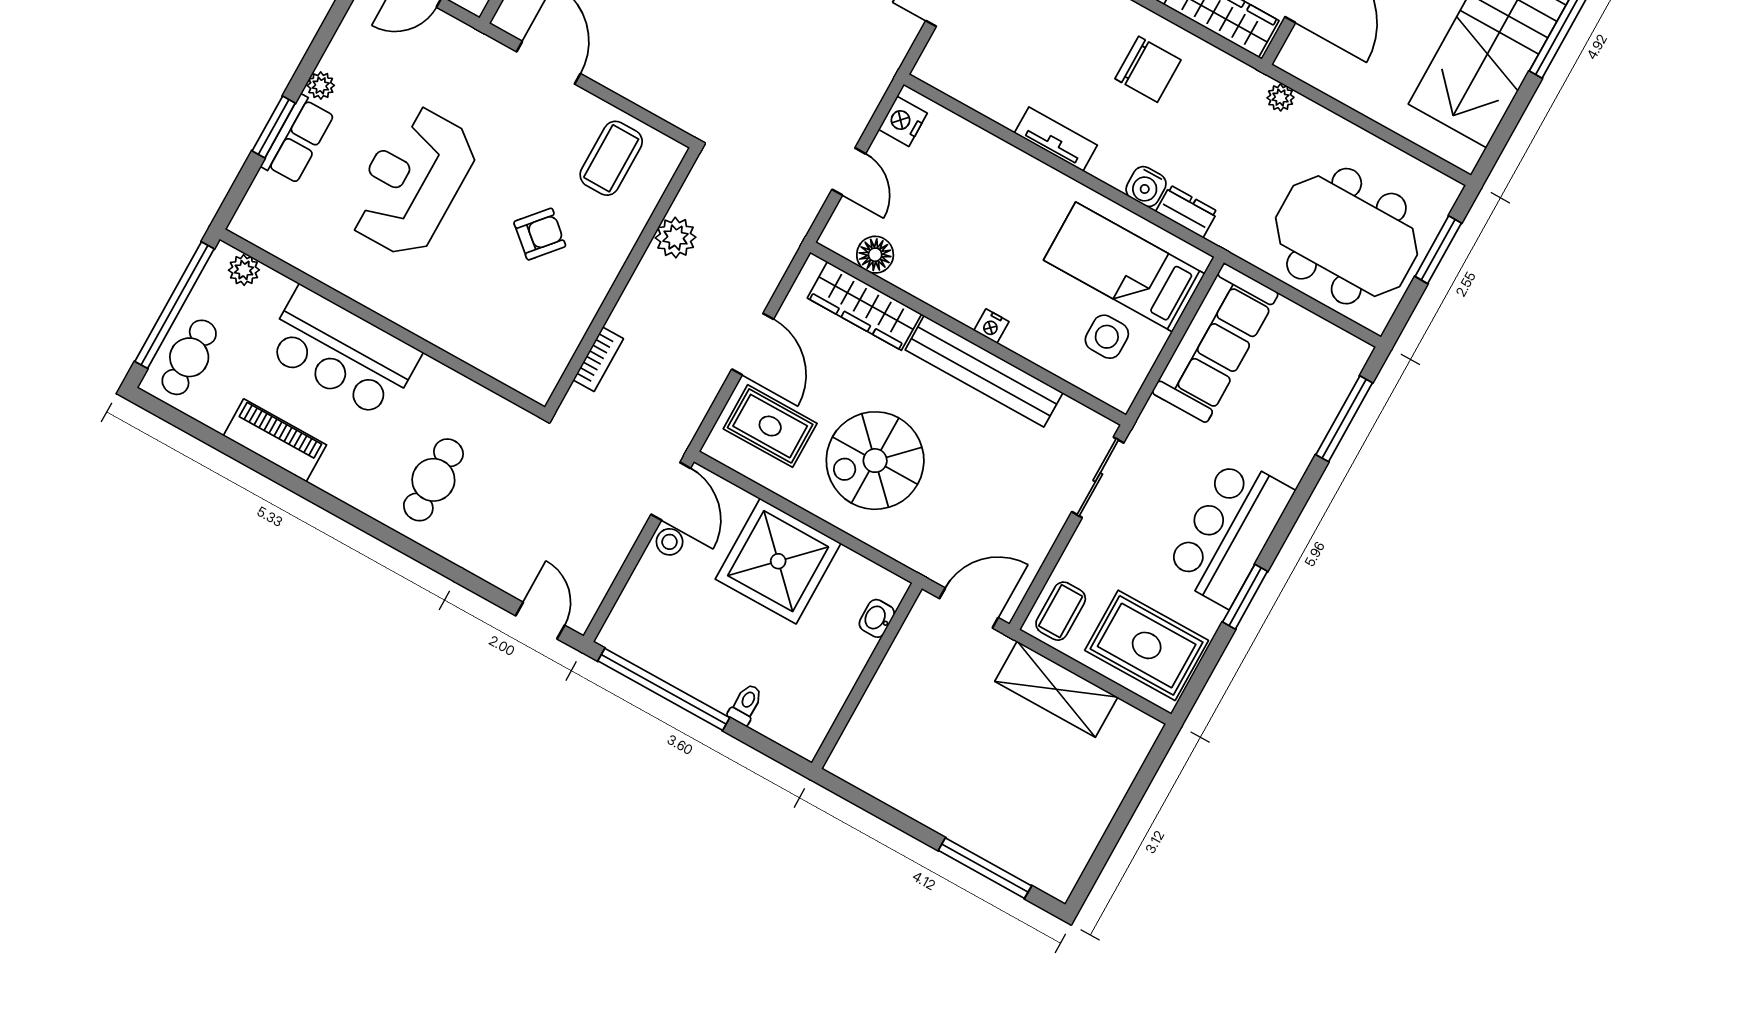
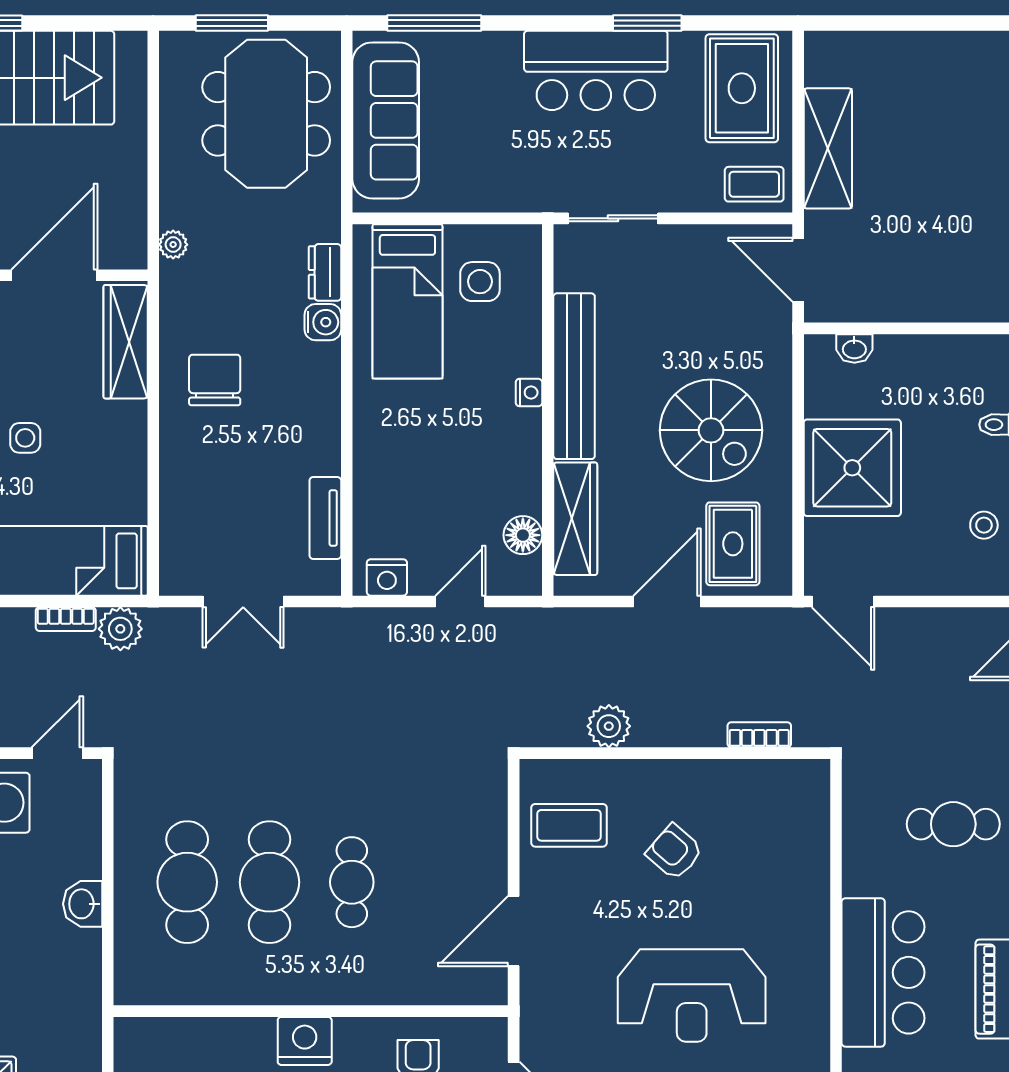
tv unit: (1056, 139) -> (325, 518), moved
sofa: (1215, 343) -> (386, 120), moved, turned 90
door: (671, 491) -> (843, 601), swing flipped
stool: (670, 542) -> (984, 525), moved

